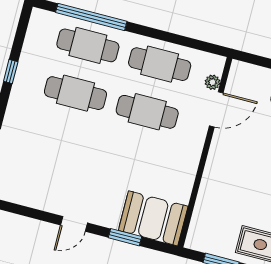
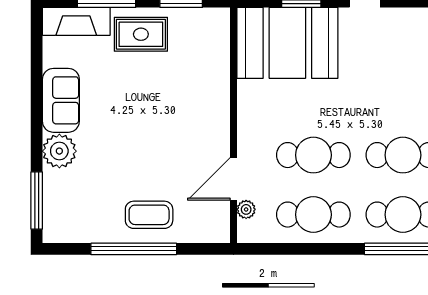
booth: (153, 218) -> (287, 43), width x1.36, depth x1.42

